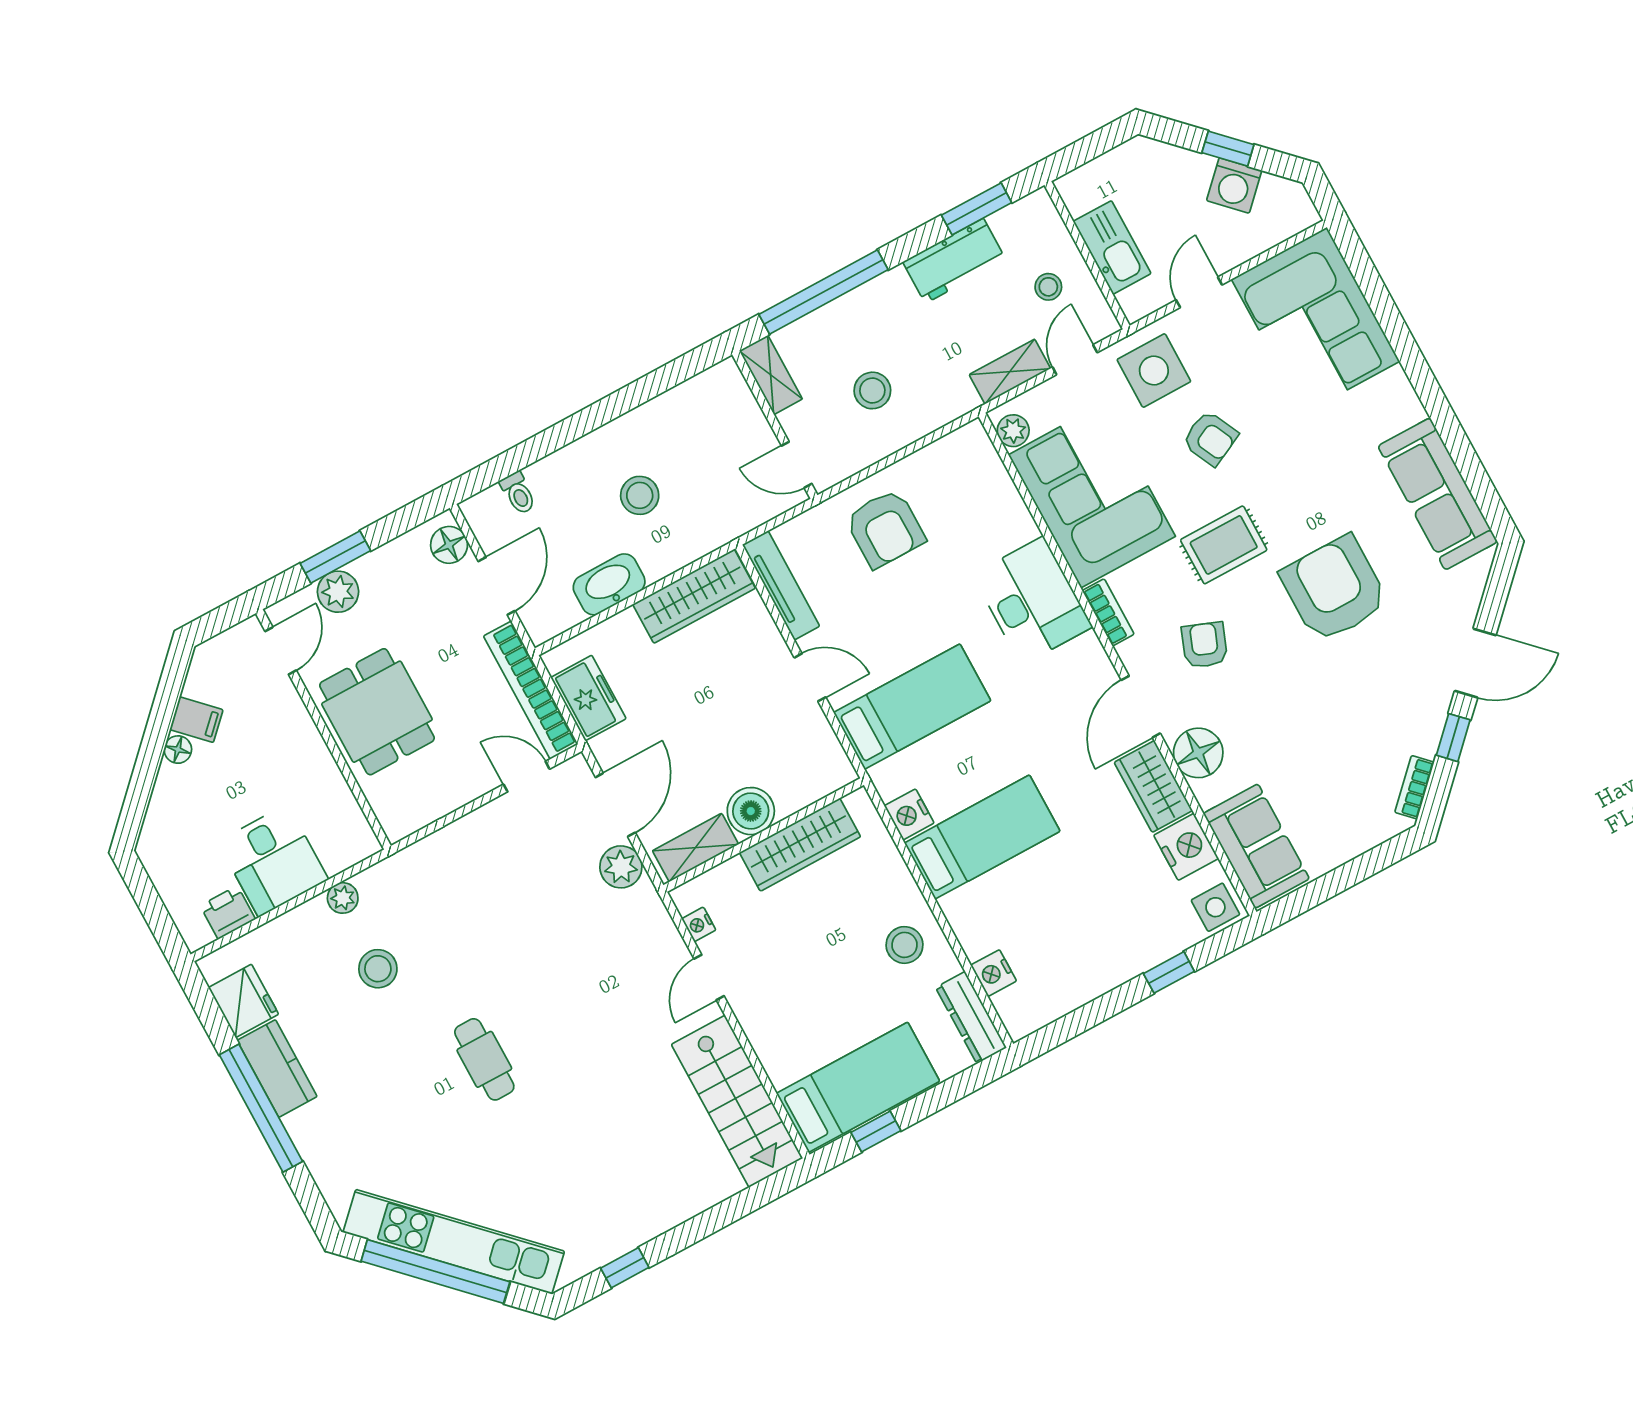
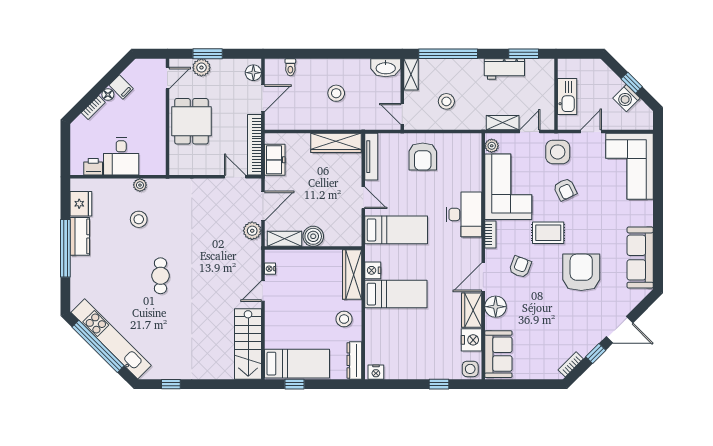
stool: (1048, 287) -> (535, 98), removed
washbasin: (609, 584) -> (386, 68), moved, turned 180
bookcase: (163, 792) -> (93, 108), added
wardrobe: (800, 845) -> (352, 274), moved, turned 90
nightstand: (994, 973) -> (376, 372), moved, turned -90

